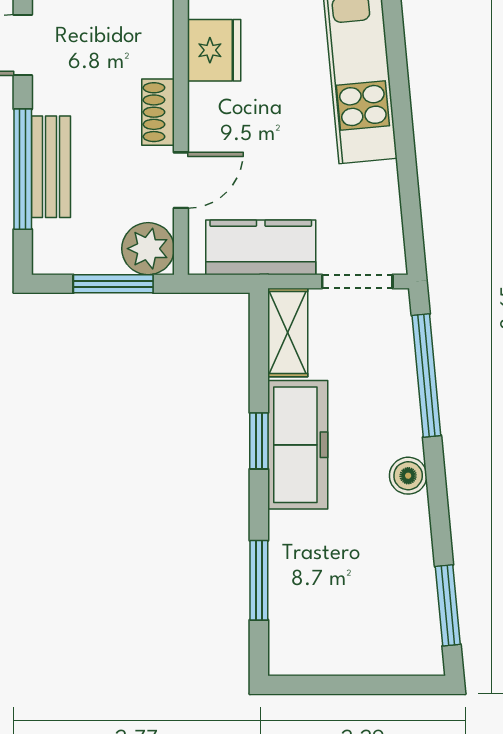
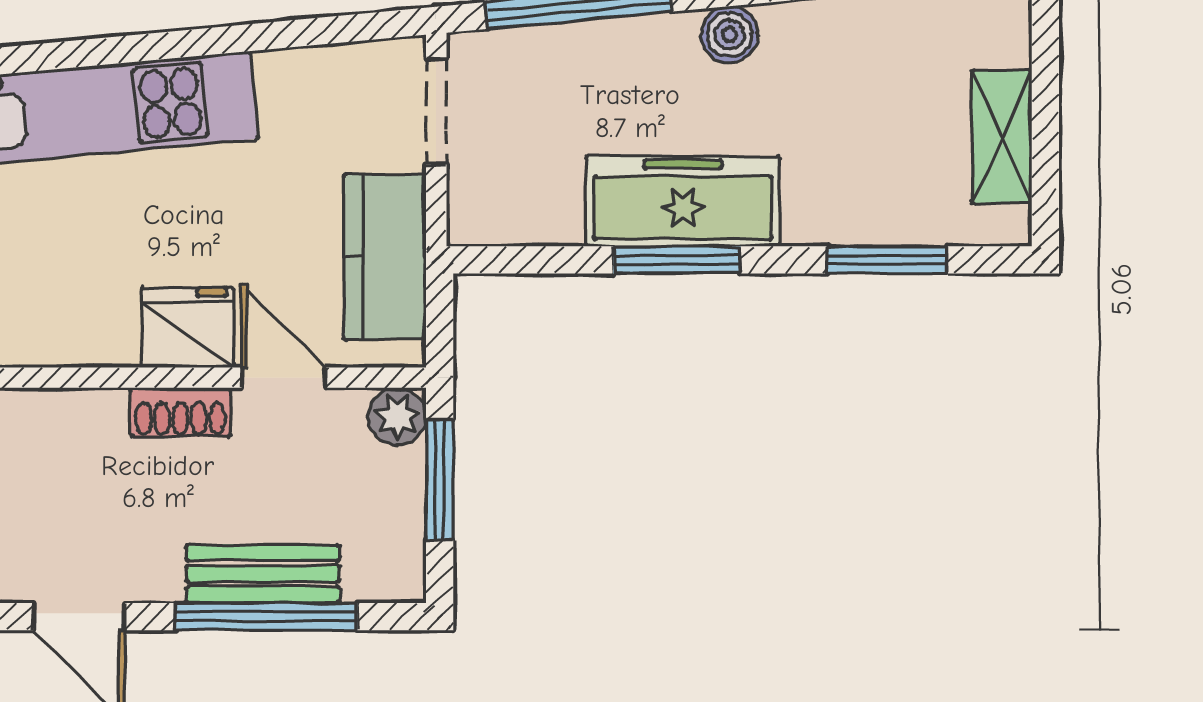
fridge: (214, 50) -> (187, 327), moved
plant: (148, 249) -> (397, 416), width x0.73, depth x0.73
shelving: (288, 333) -> (1002, 137), moved, turned 90
window: (259, 441) -> (677, 260), width x1.50

